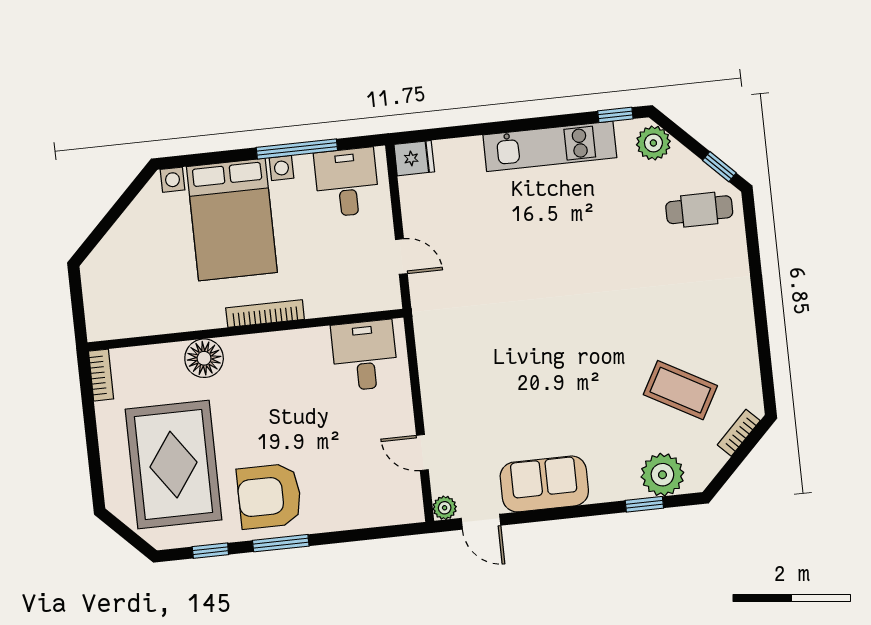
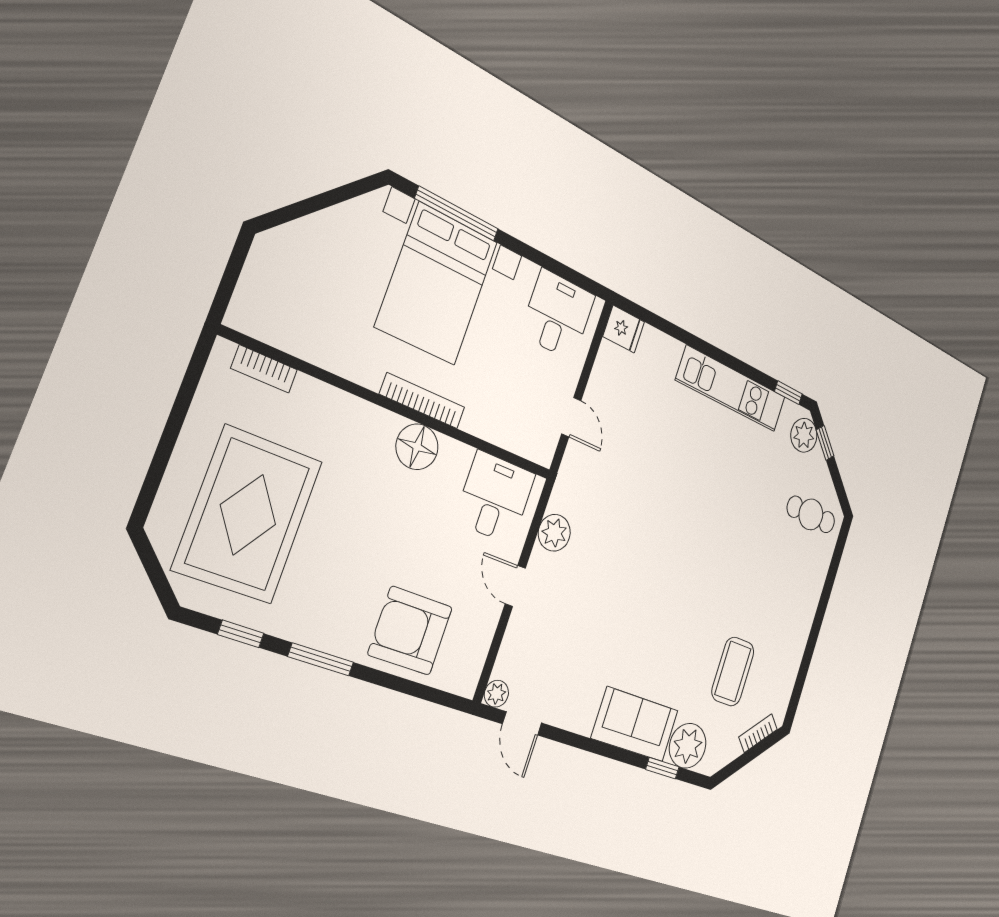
window: (297, 149) -> (457, 214), moved
window: (719, 167) -> (825, 443), moved
plant: (433, 357) -> (554, 533), added
floor lamp: (204, 358) -> (417, 447), moved
bookcase: (101, 375) -> (264, 369), moved, turned 90
coffee table: (680, 390) -> (733, 672), turned 61
door: (422, 452) -> (515, 586), moved
sofa: (544, 484) -> (635, 724), moved
armchair: (269, 496) -> (410, 631), moved

